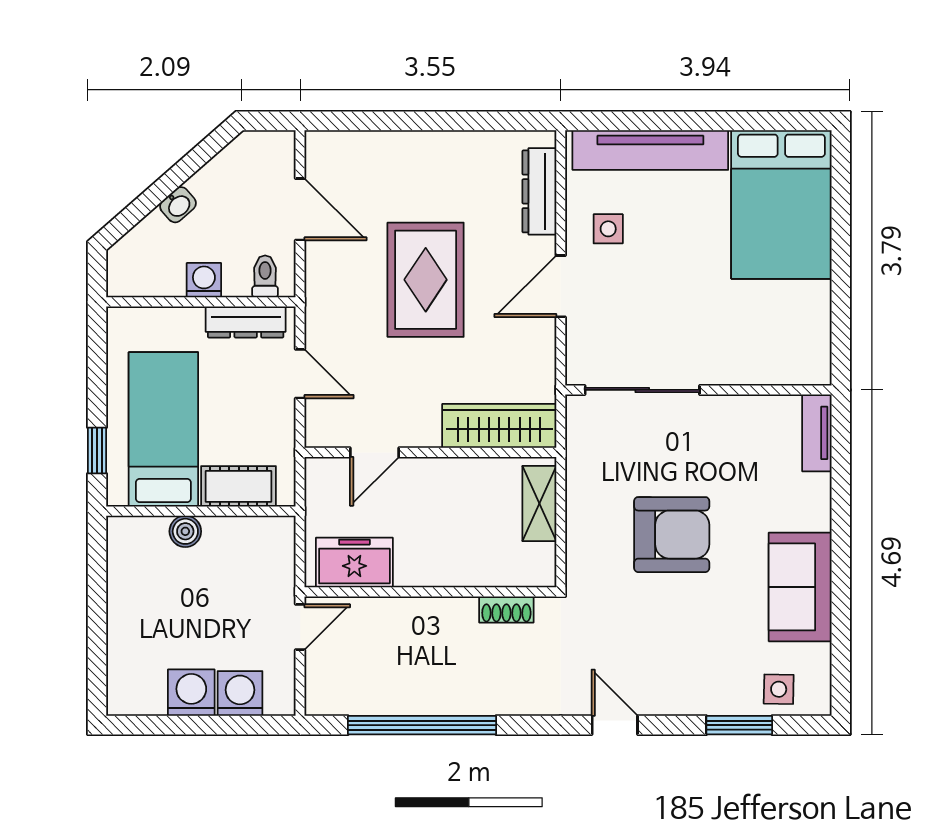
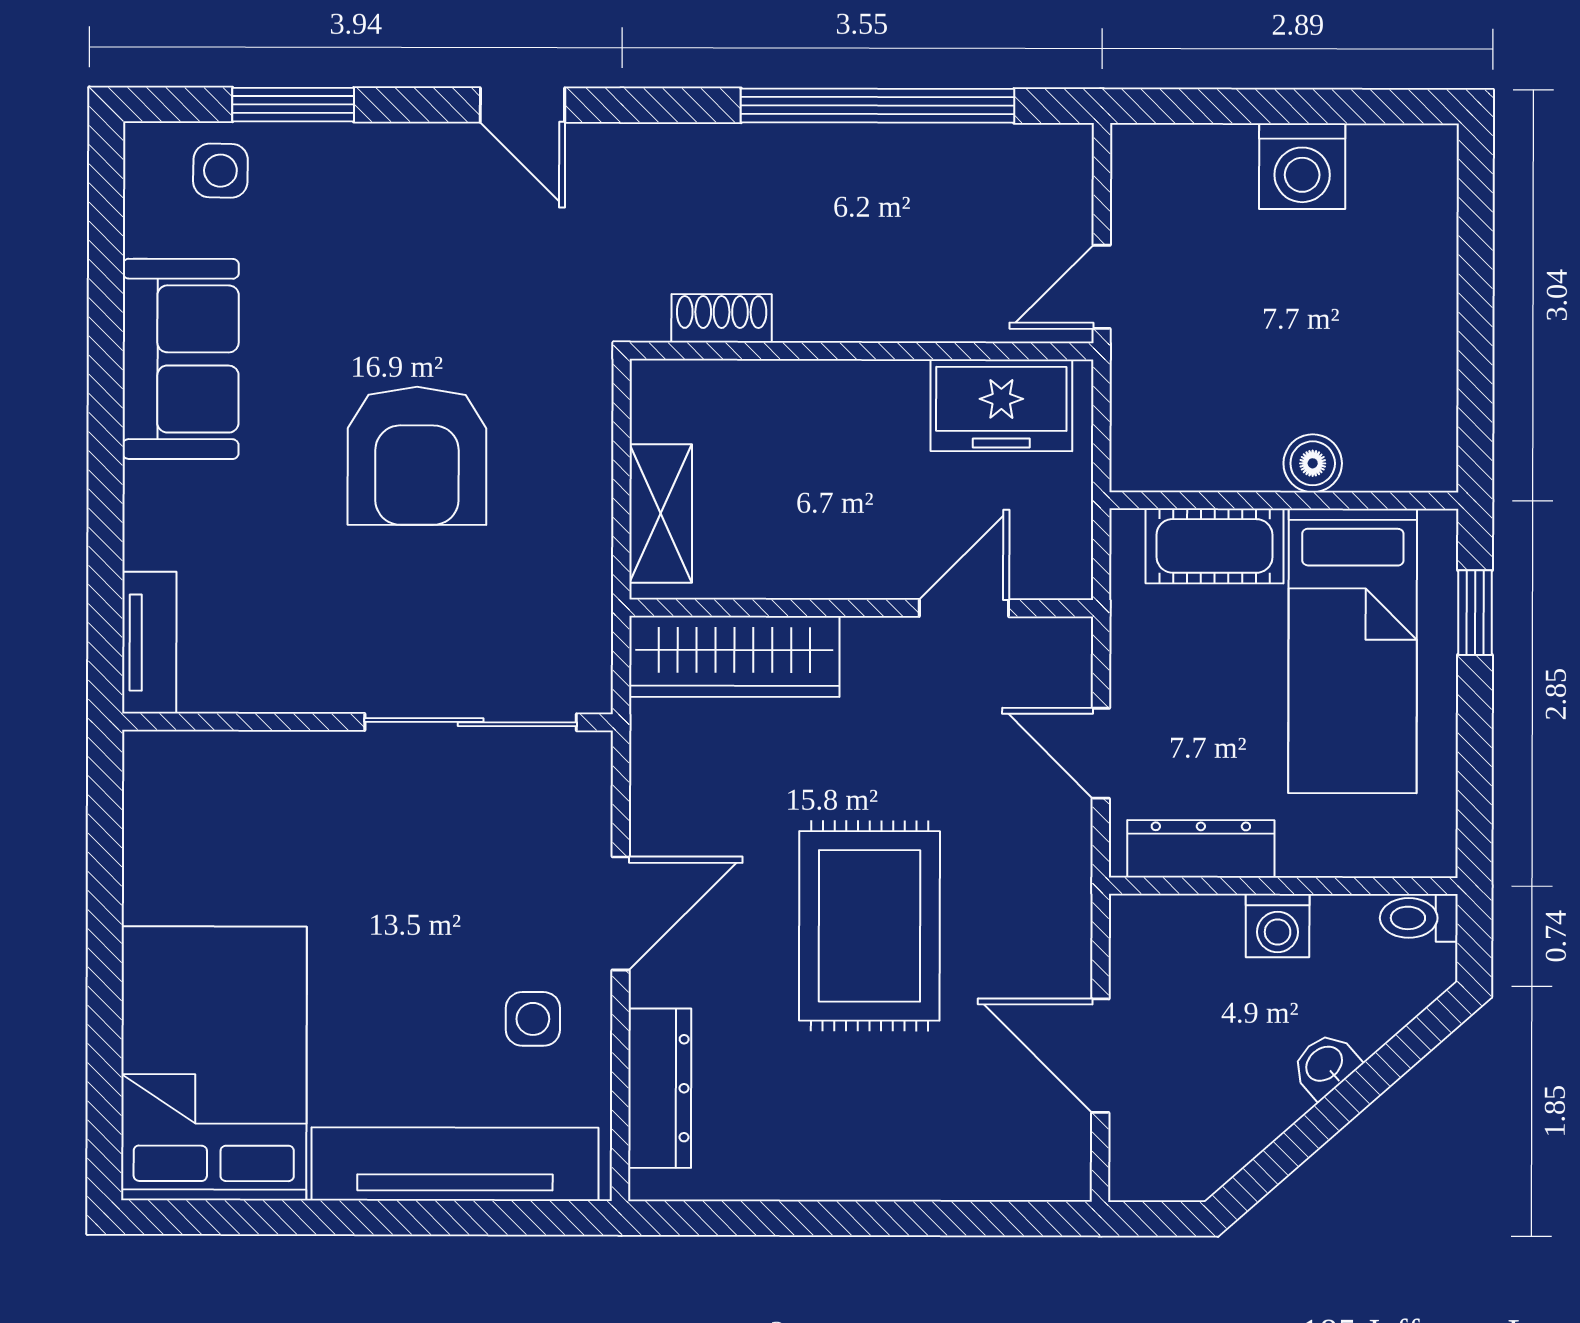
toilet: (265, 276) -> (1419, 918), moved, turned 90
armchair: (672, 535) -> (417, 456), turned -90
washing machine: (240, 694) -> (1212, 164), removed

